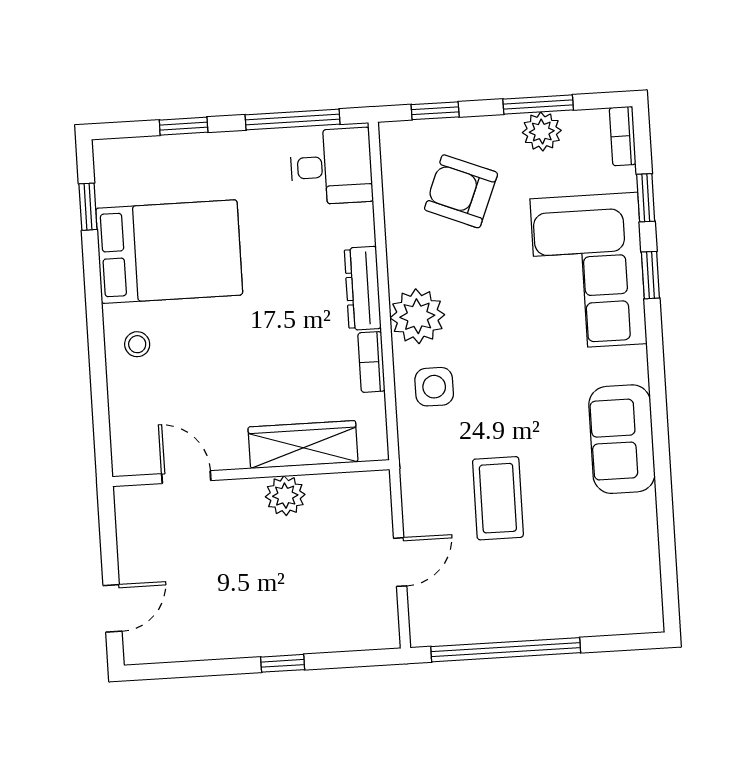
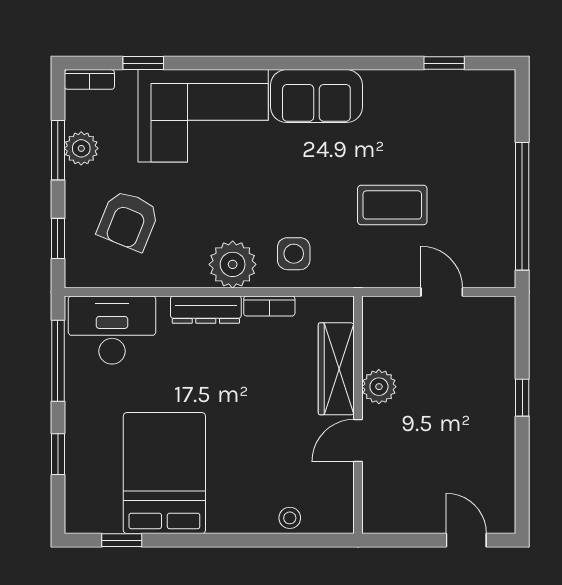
desk: (331, 167) -> (112, 330), width x1.37
window: (650, 275) -> (444, 63), moved
stool: (137, 344) -> (290, 518), moved
sofa: (622, 439) -> (316, 96), moved
door: (186, 477) -> (358, 441), moved

